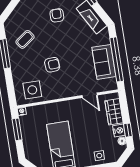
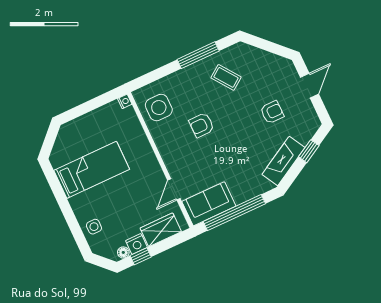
sofa: (104, 62) -> (209, 204), moved
armchair: (52, 65) -> (202, 125), turned 94
window: (17, 129) -> (98, 102), removed

